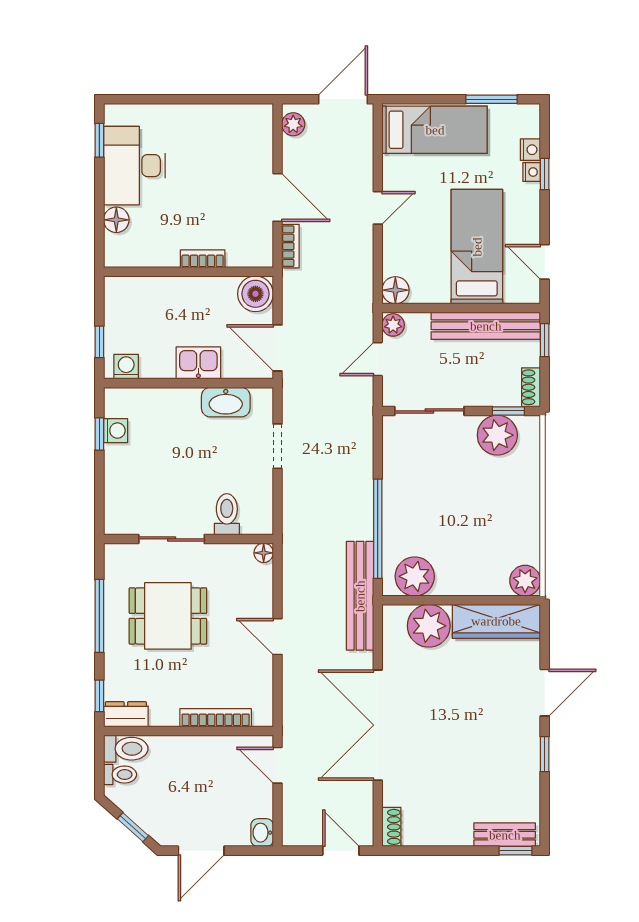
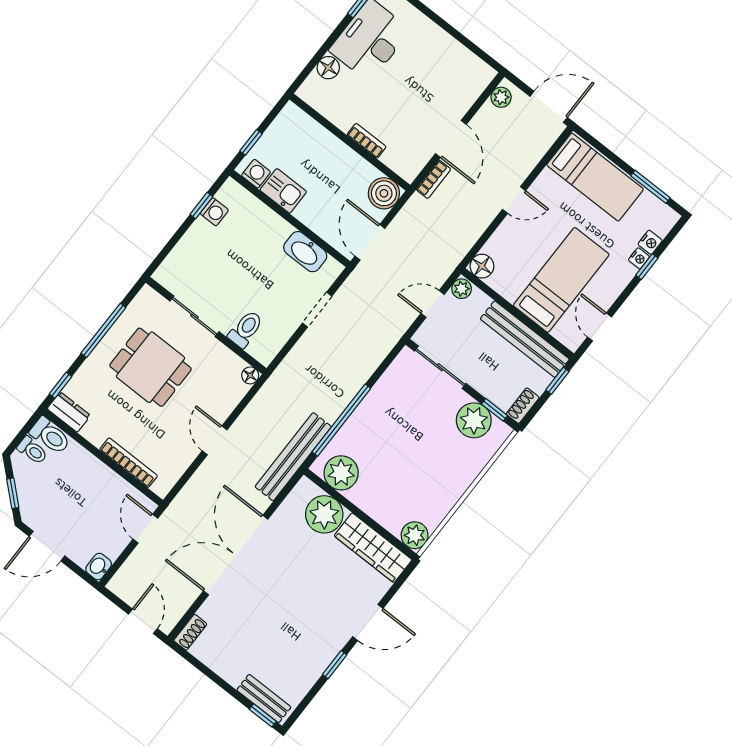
kitchen sink: (198, 363) -> (283, 191), moved

